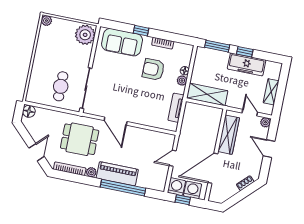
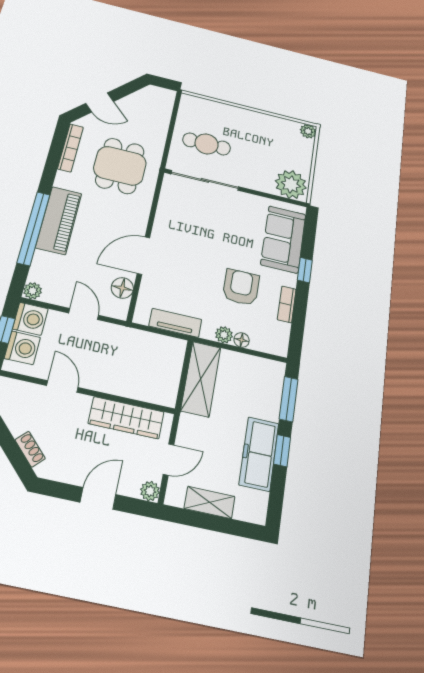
floor lamp: (29, 111) -> (122, 288), moved
door: (116, 121) -> (143, 255), moved
door: (213, 168) -> (62, 386), width x0.53
plant: (91, 172) -> (33, 291), moved

